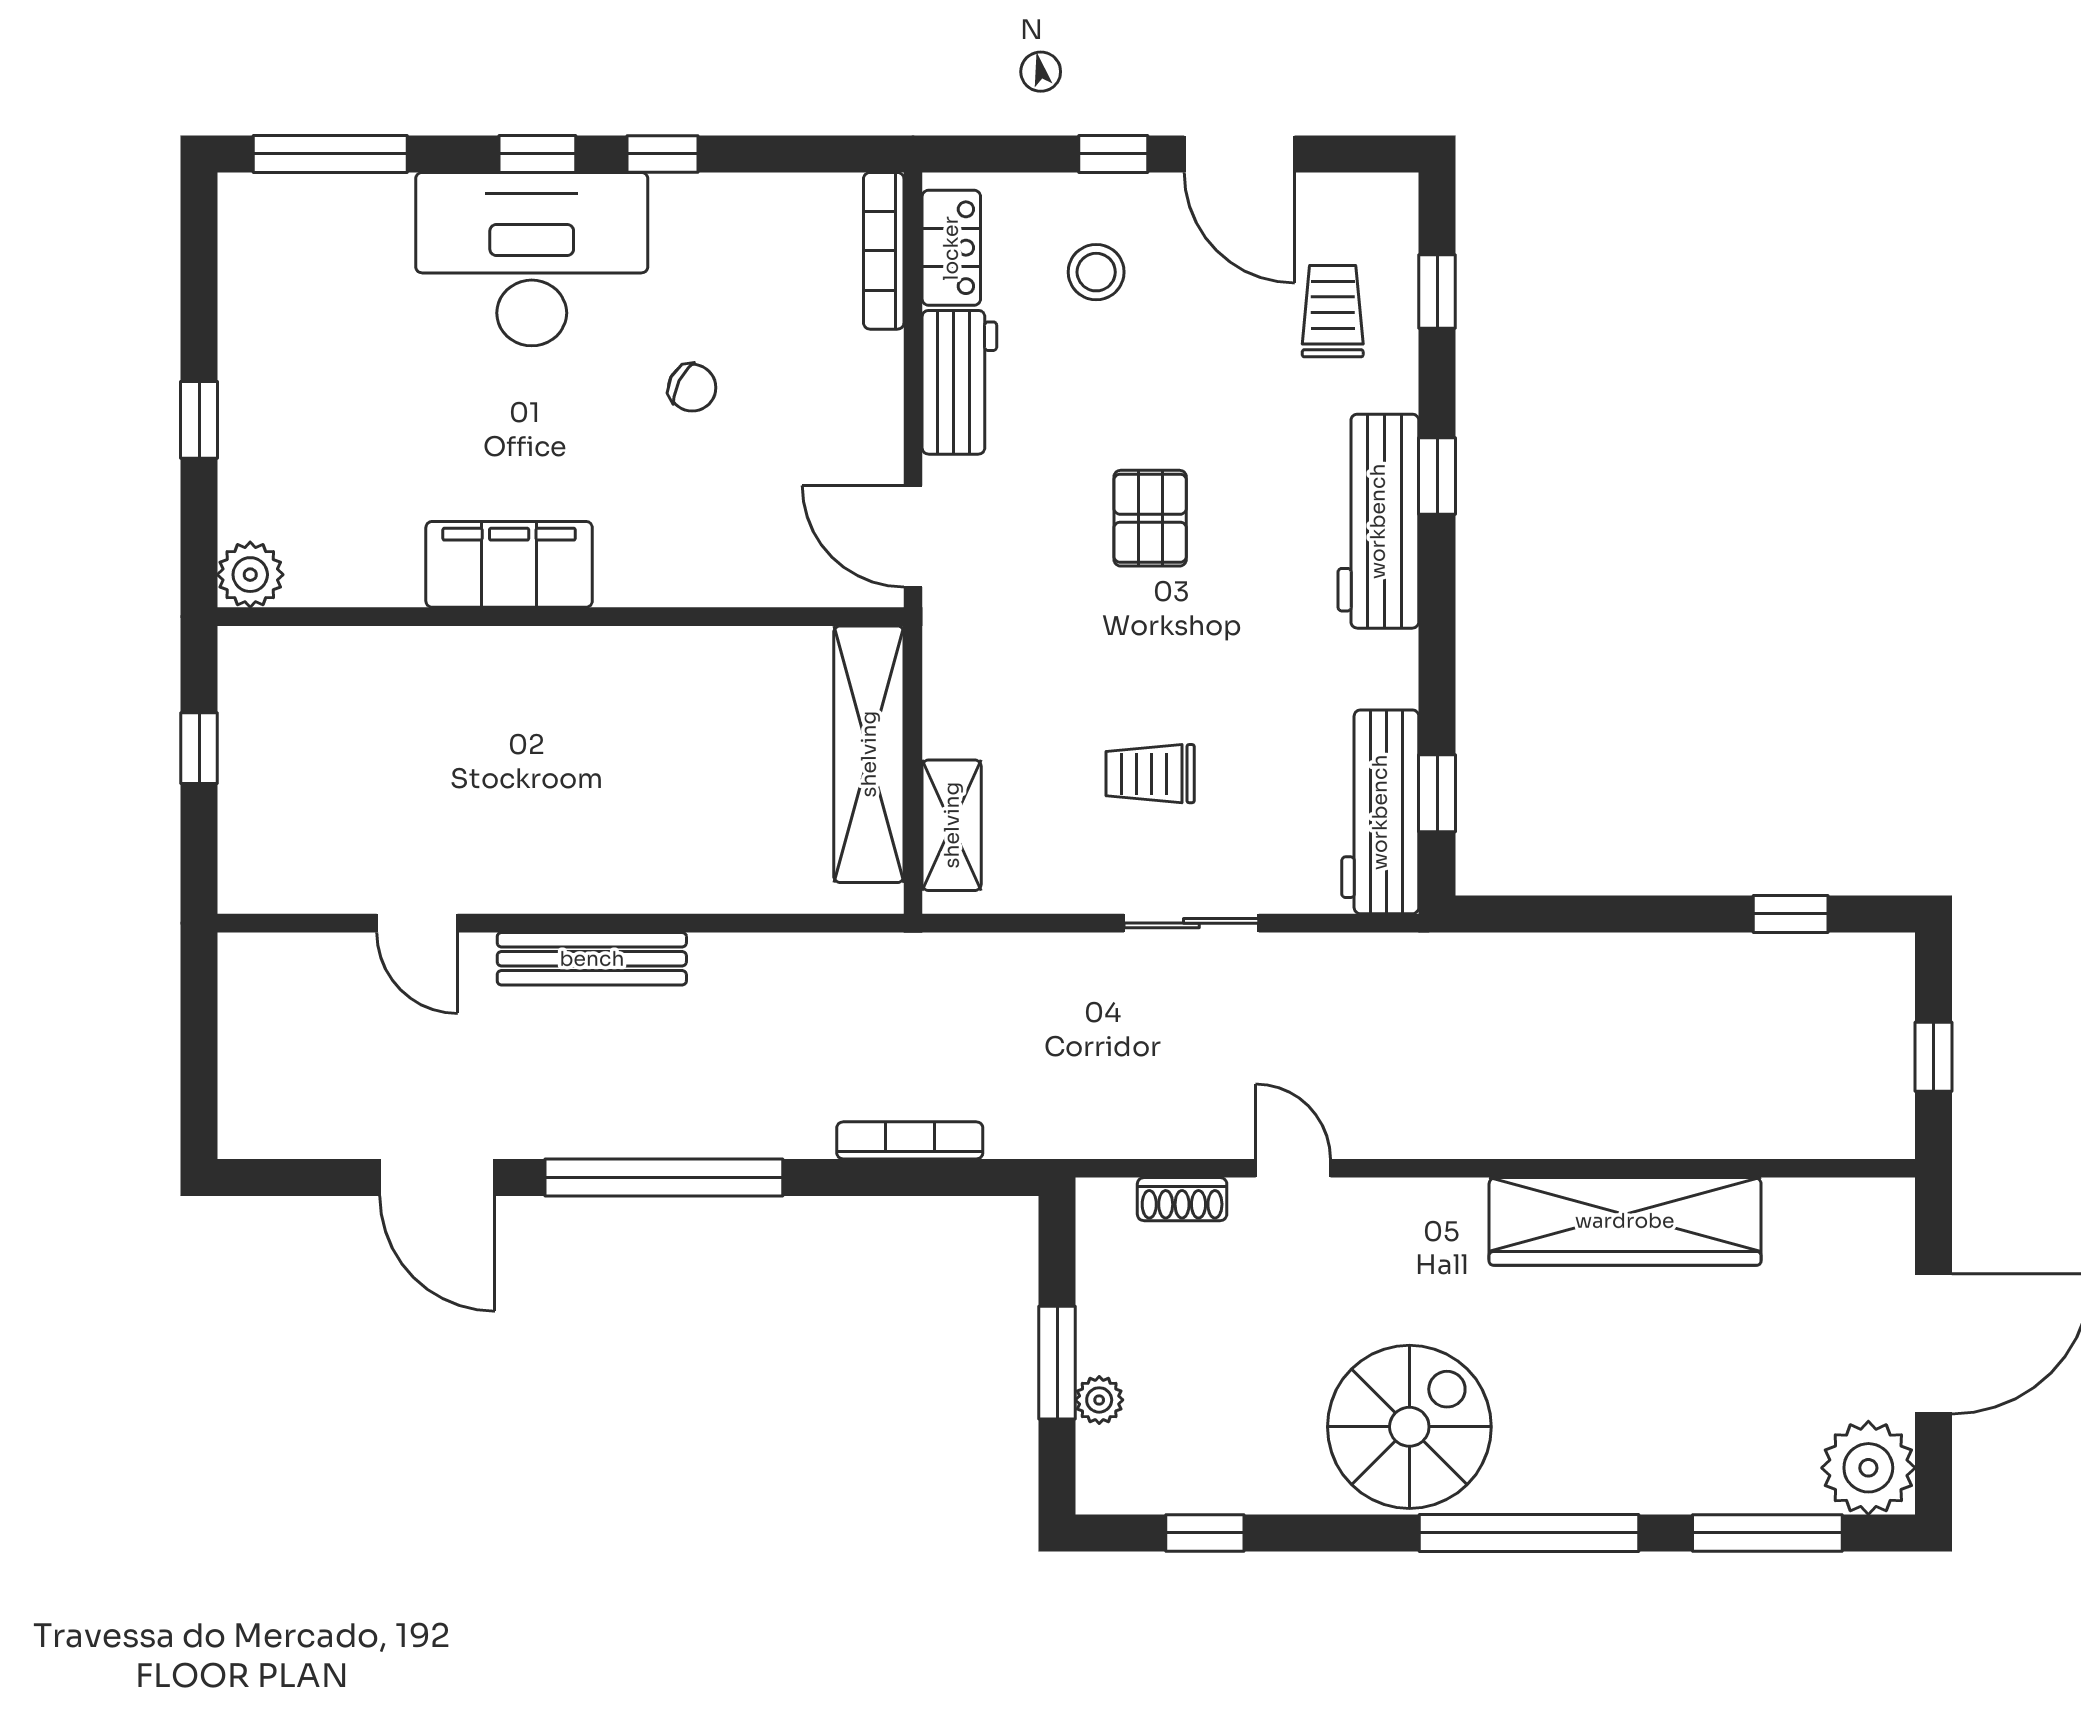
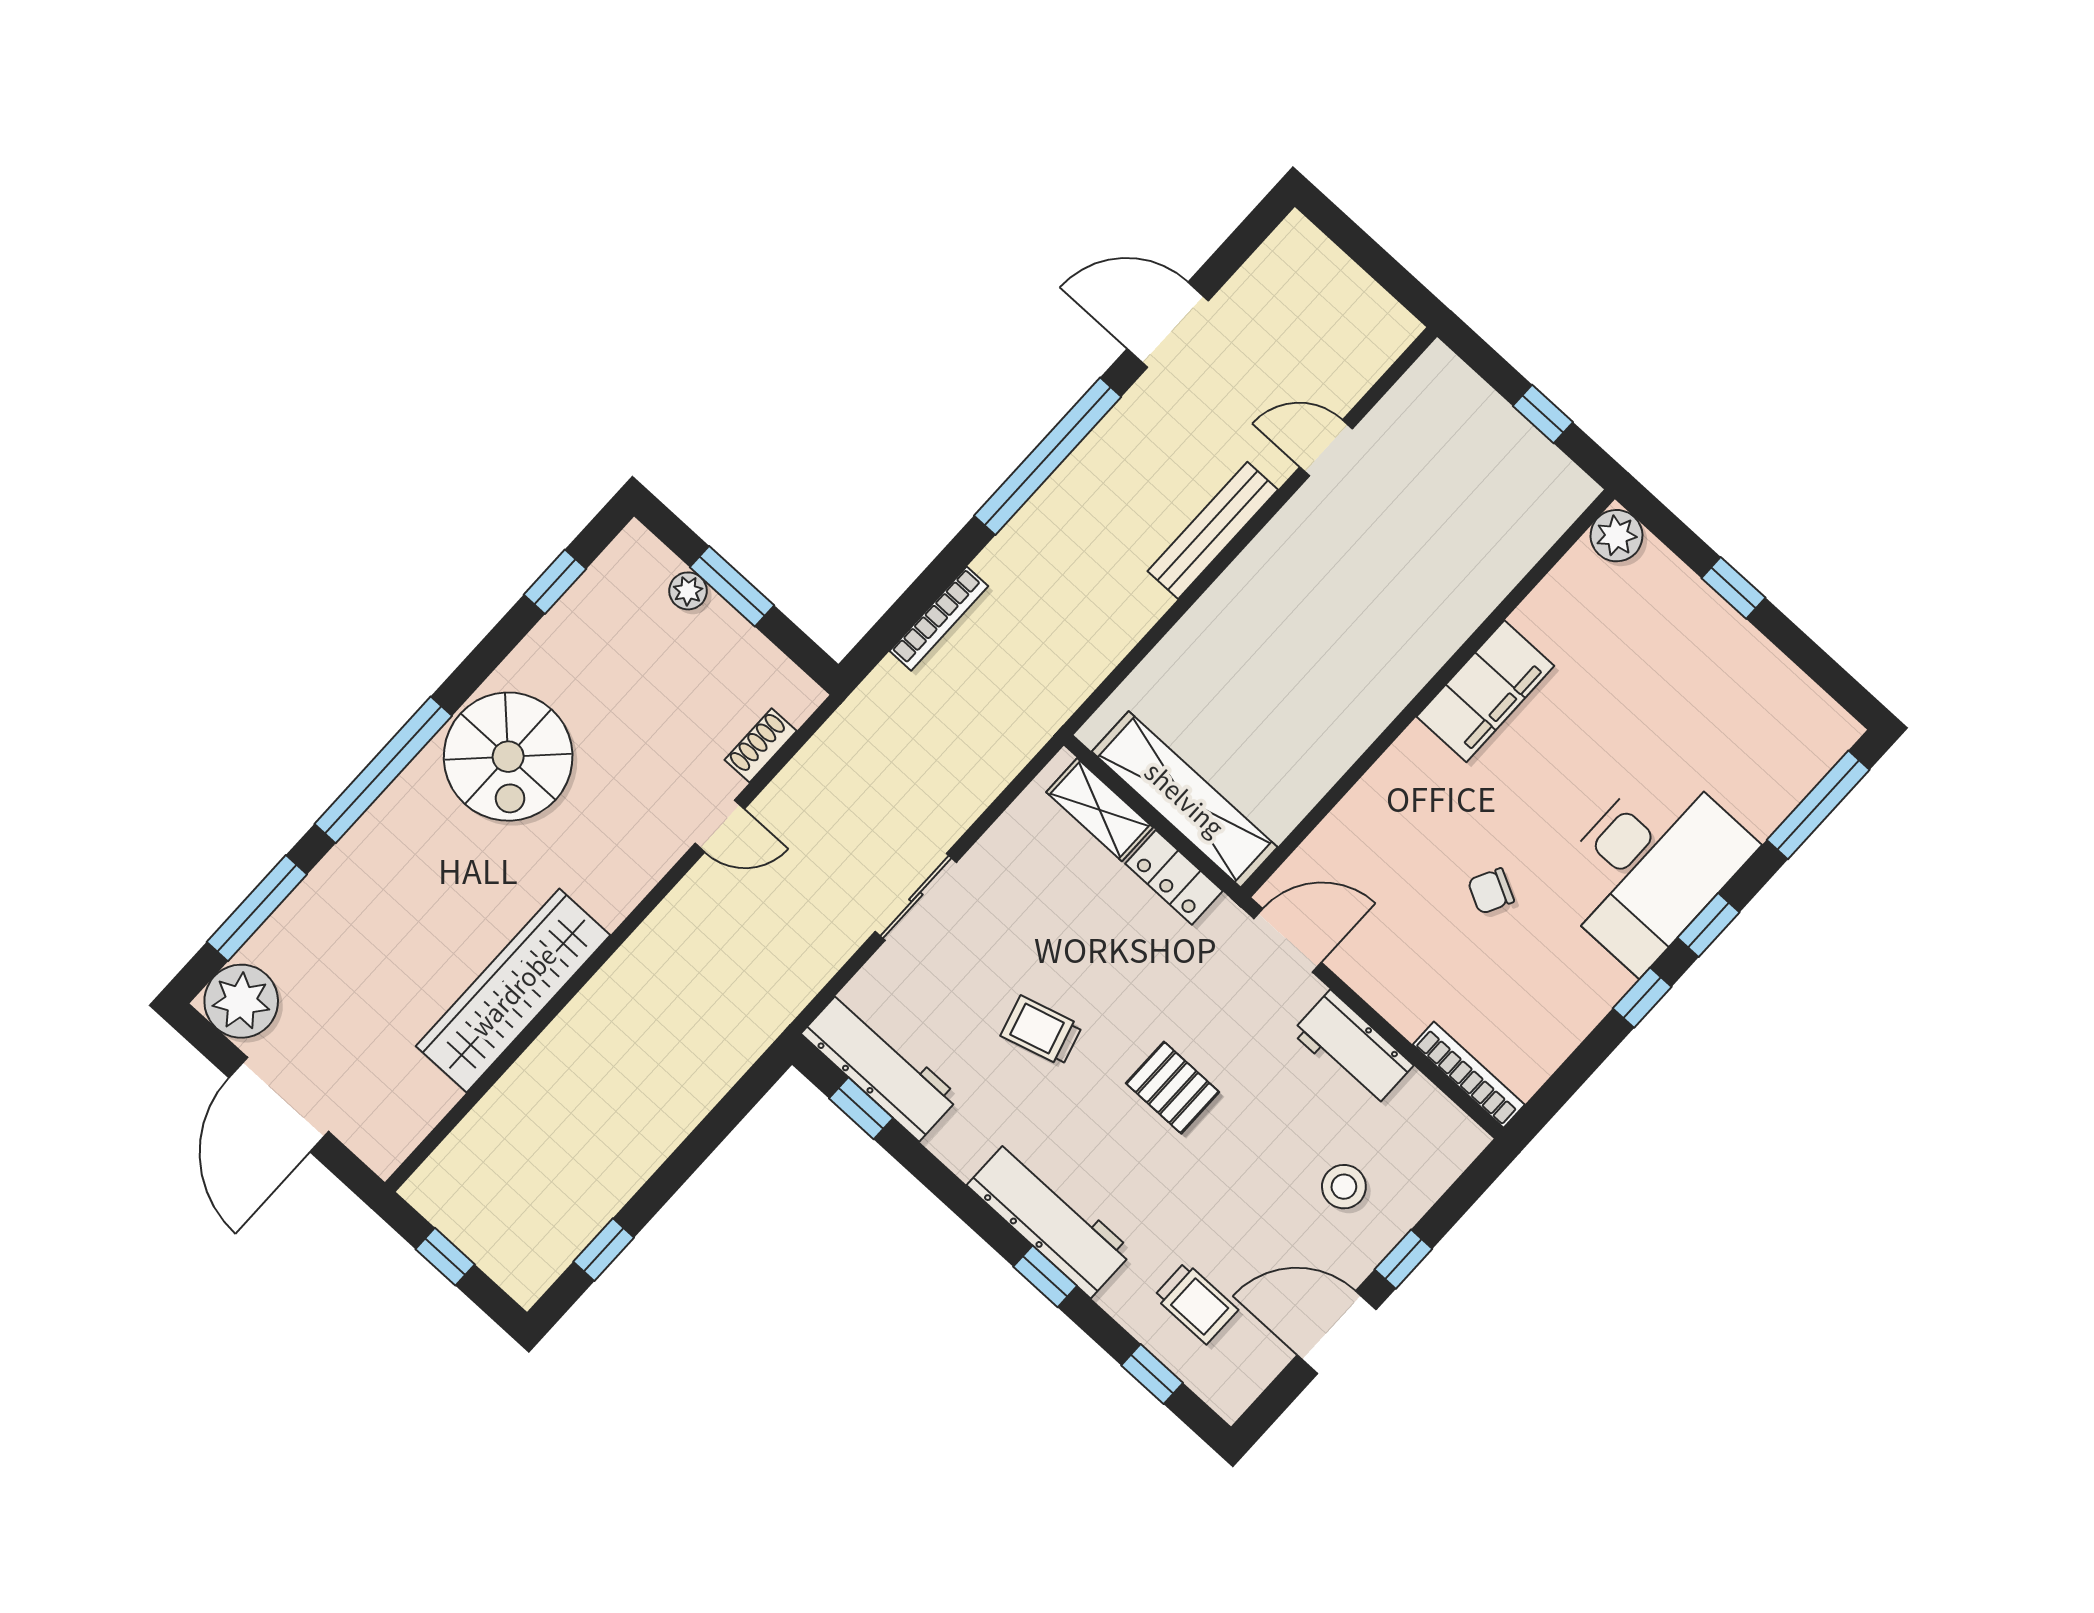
locker: (951, 248) -> (1174, 877), moved
trolley: (1150, 774) -> (1041, 1031), moved, turned -106

